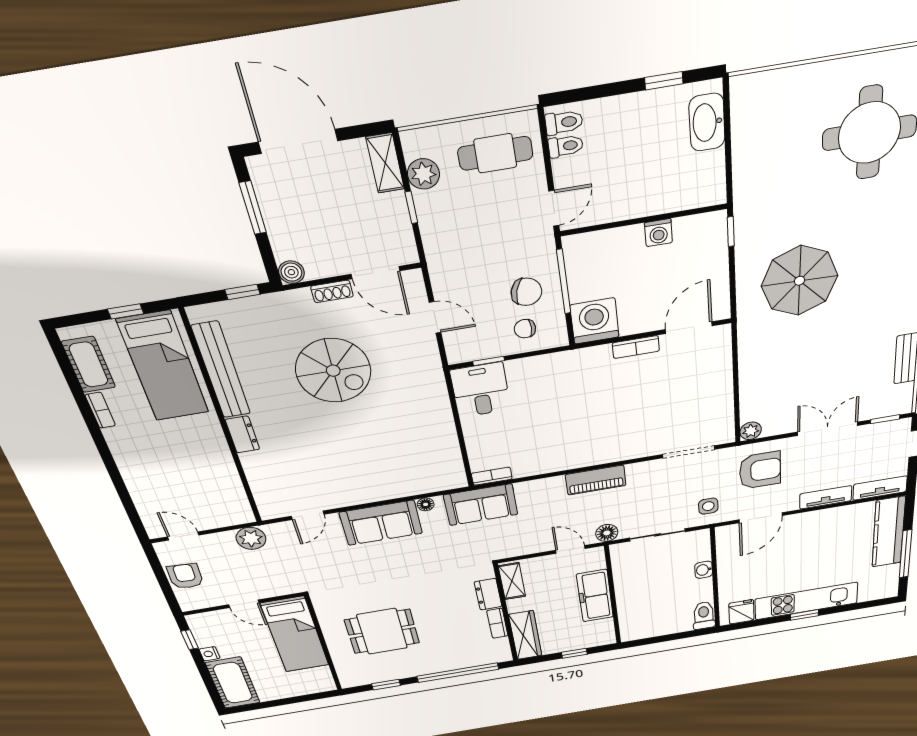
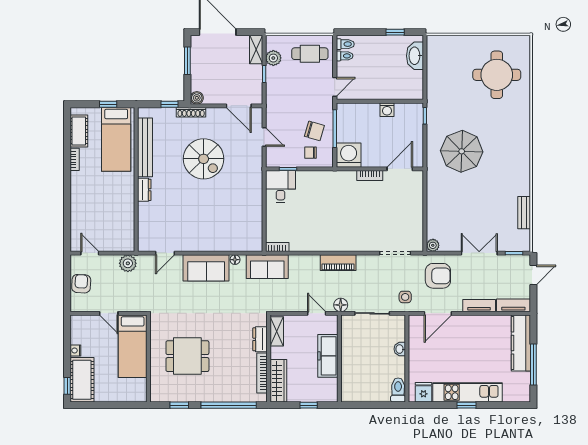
shoe rack: (332, 291) -> (191, 112), moved, width x1.43
bookcase: (497, 623) -> (262, 373), width x1.56
window: (190, 640) -> (67, 386), moved

